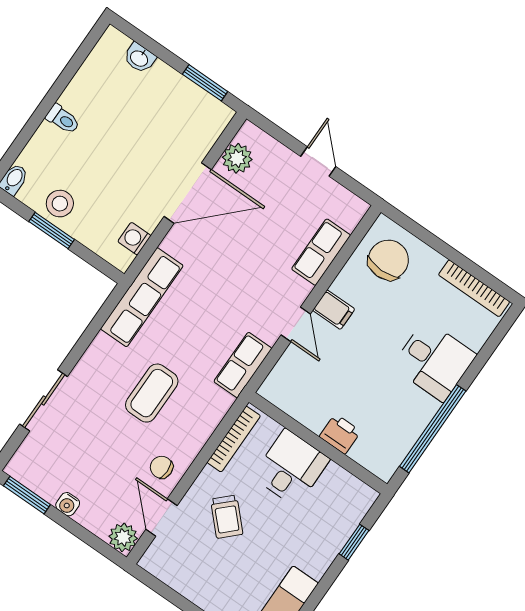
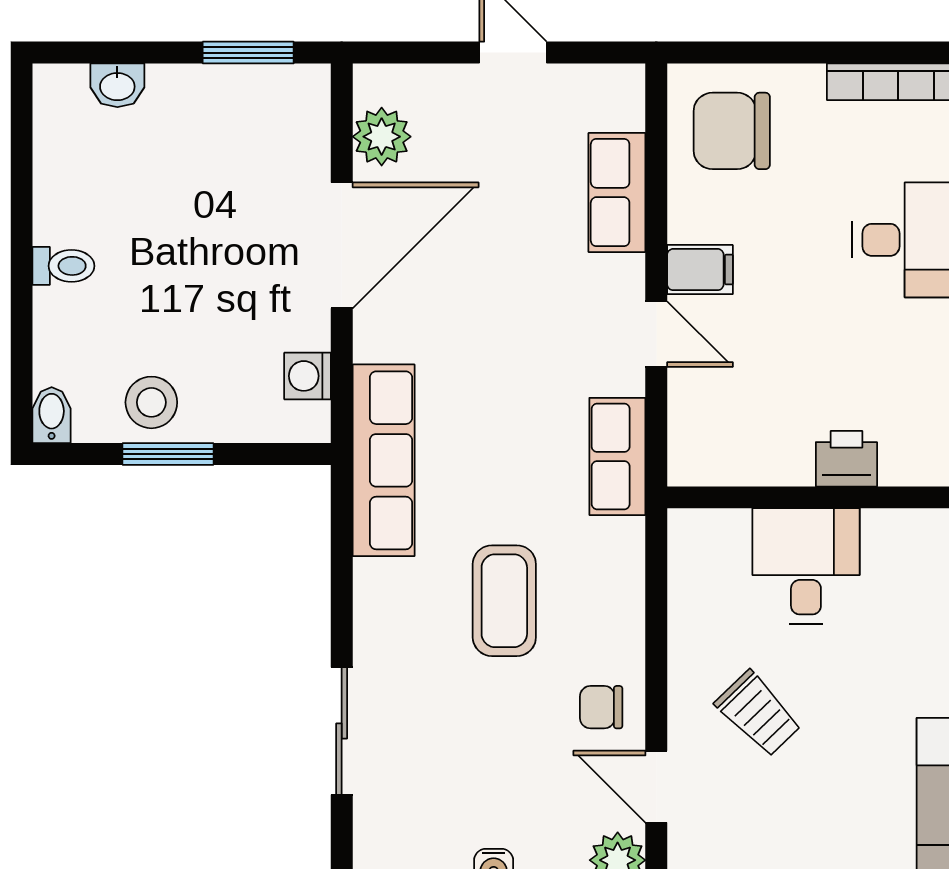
chair: (388, 260) -> (732, 131), turned -90
bookcase: (234, 439) -> (684, 583), removed

